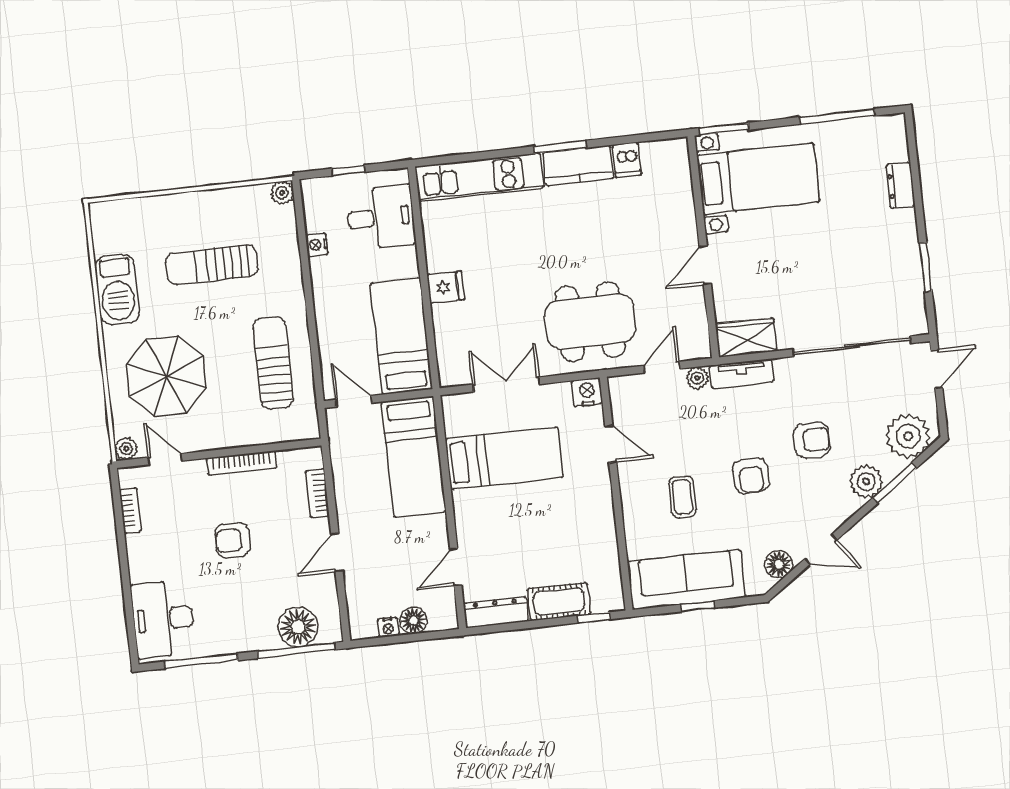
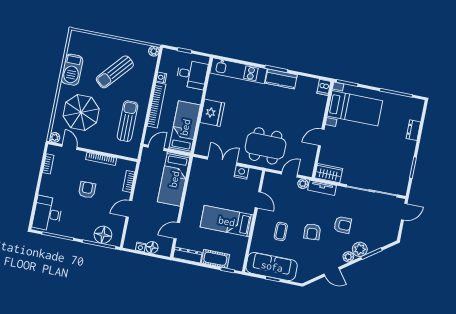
dishwasher: (627, 160) -> (324, 87), moved
sun lounger: (212, 265) -> (115, 72), turned -49
fridge: (446, 287) -> (212, 113), width x1.88, depth x1.34
bookcase: (325, 308) -> (156, 105), added
nightstand: (587, 392) -> (241, 172), moved
door: (354, 401) -> (156, 148), hinge flipped
plant: (908, 436) -> (348, 257), moved, width x0.53, depth x0.53
bed: (504, 458) -> (227, 221), moved, turned 180
armchair: (233, 540) -> (87, 190), turned 90
floor lamp: (779, 564) -> (312, 272), removed

